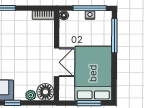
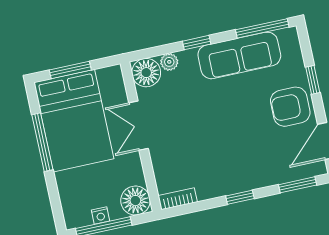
floor lamp: (64, 15) -> (135, 201), width x1.89, depth x1.89
window: (114, 36) -> (42, 142), moved

